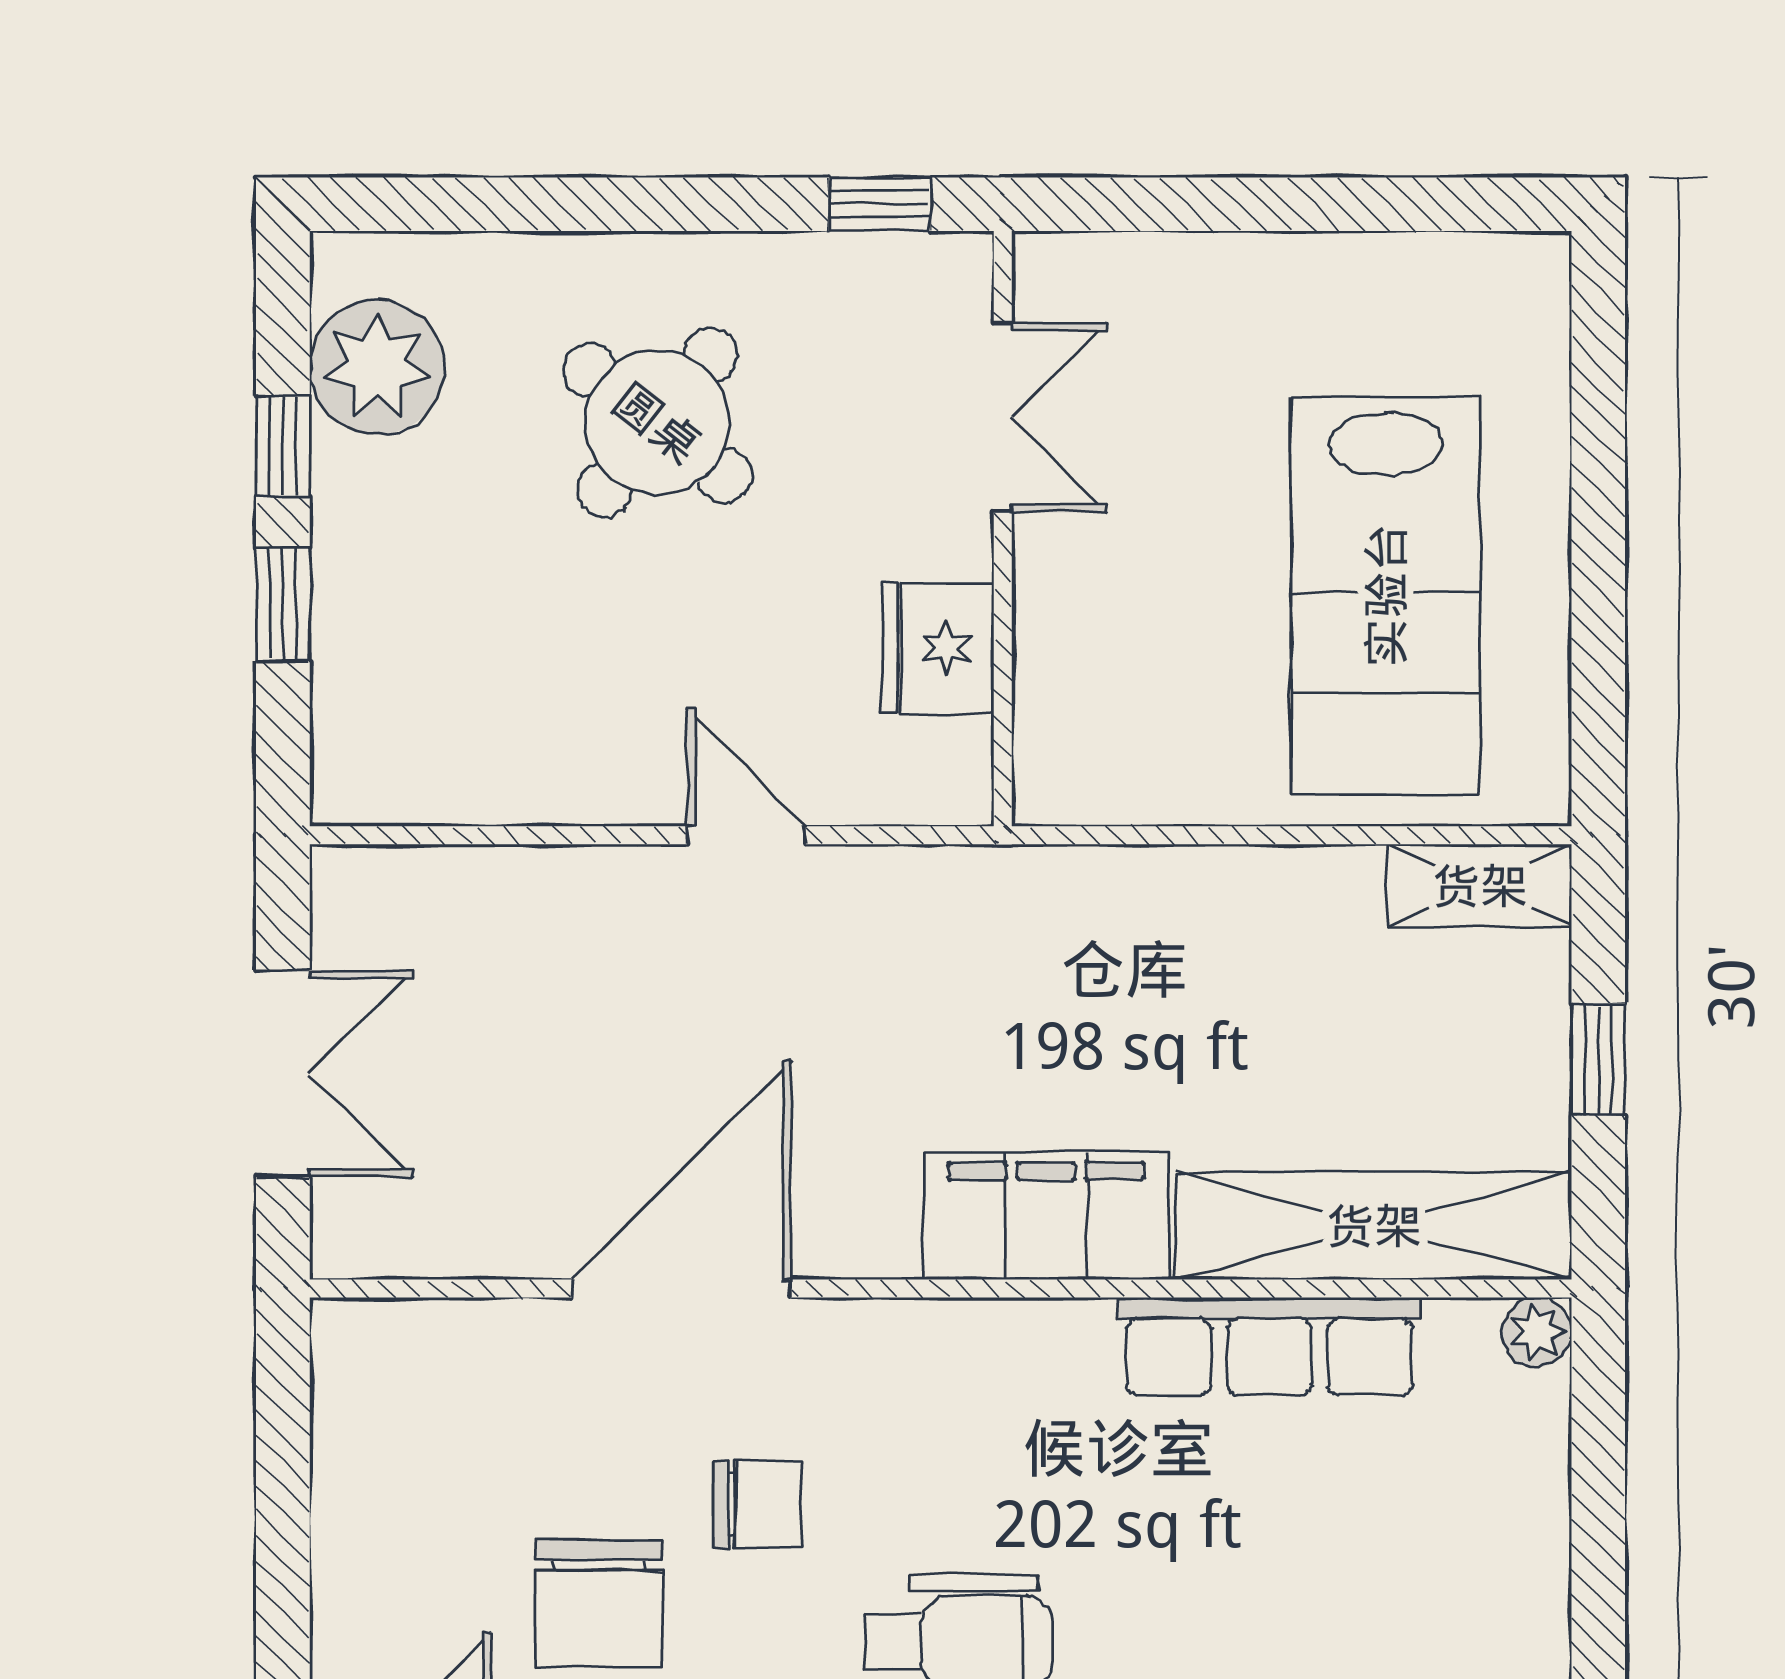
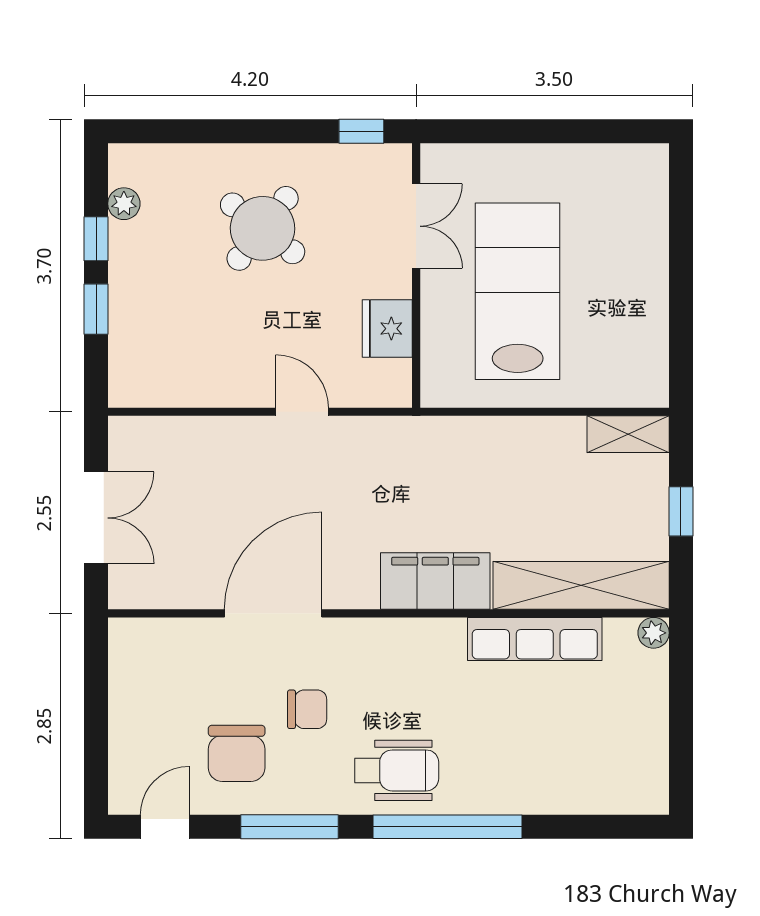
plant: (377, 367) -> (124, 204), width x0.53, depth x0.53
lab bench: (1386, 595) -> (518, 291), moved, turned 180

